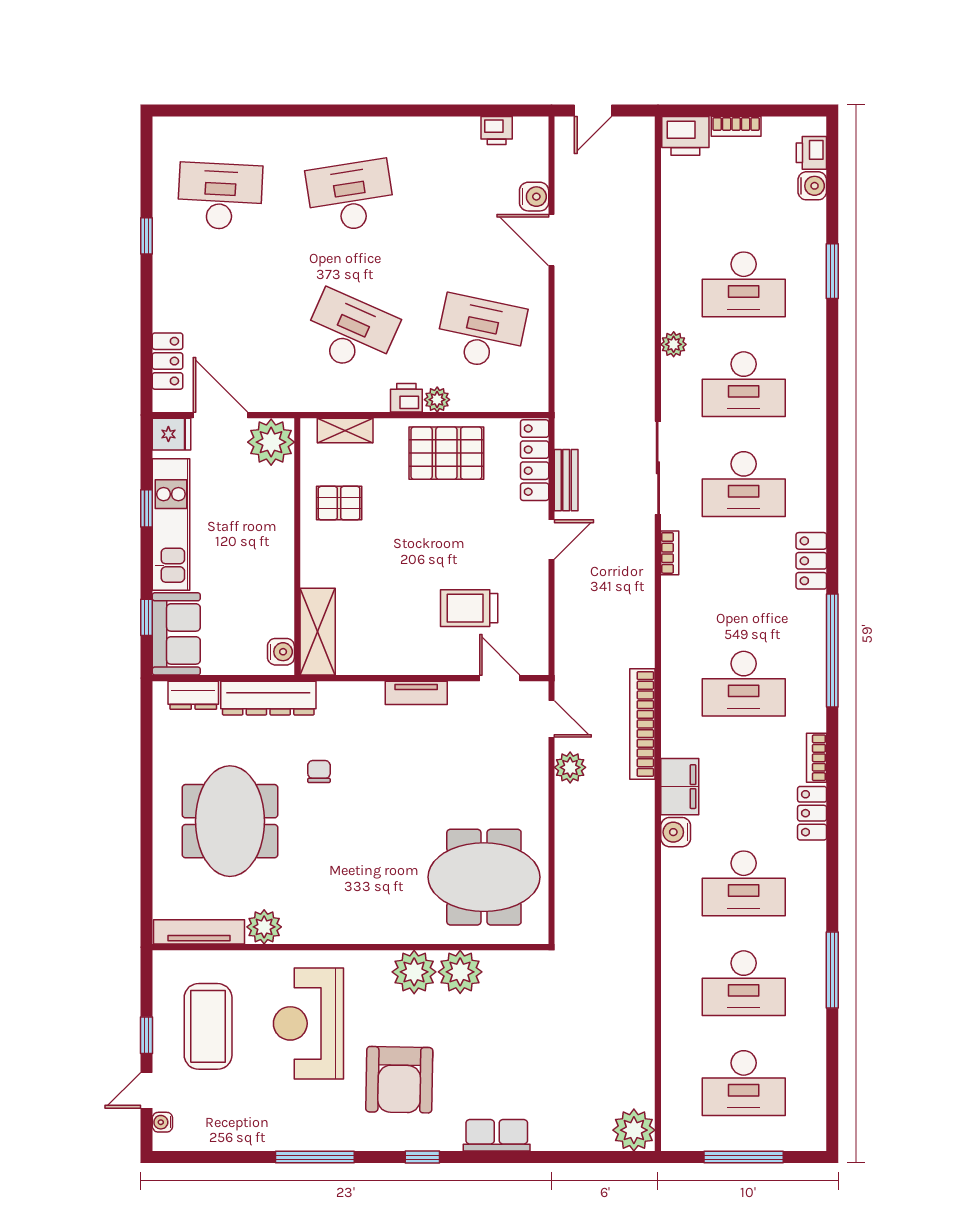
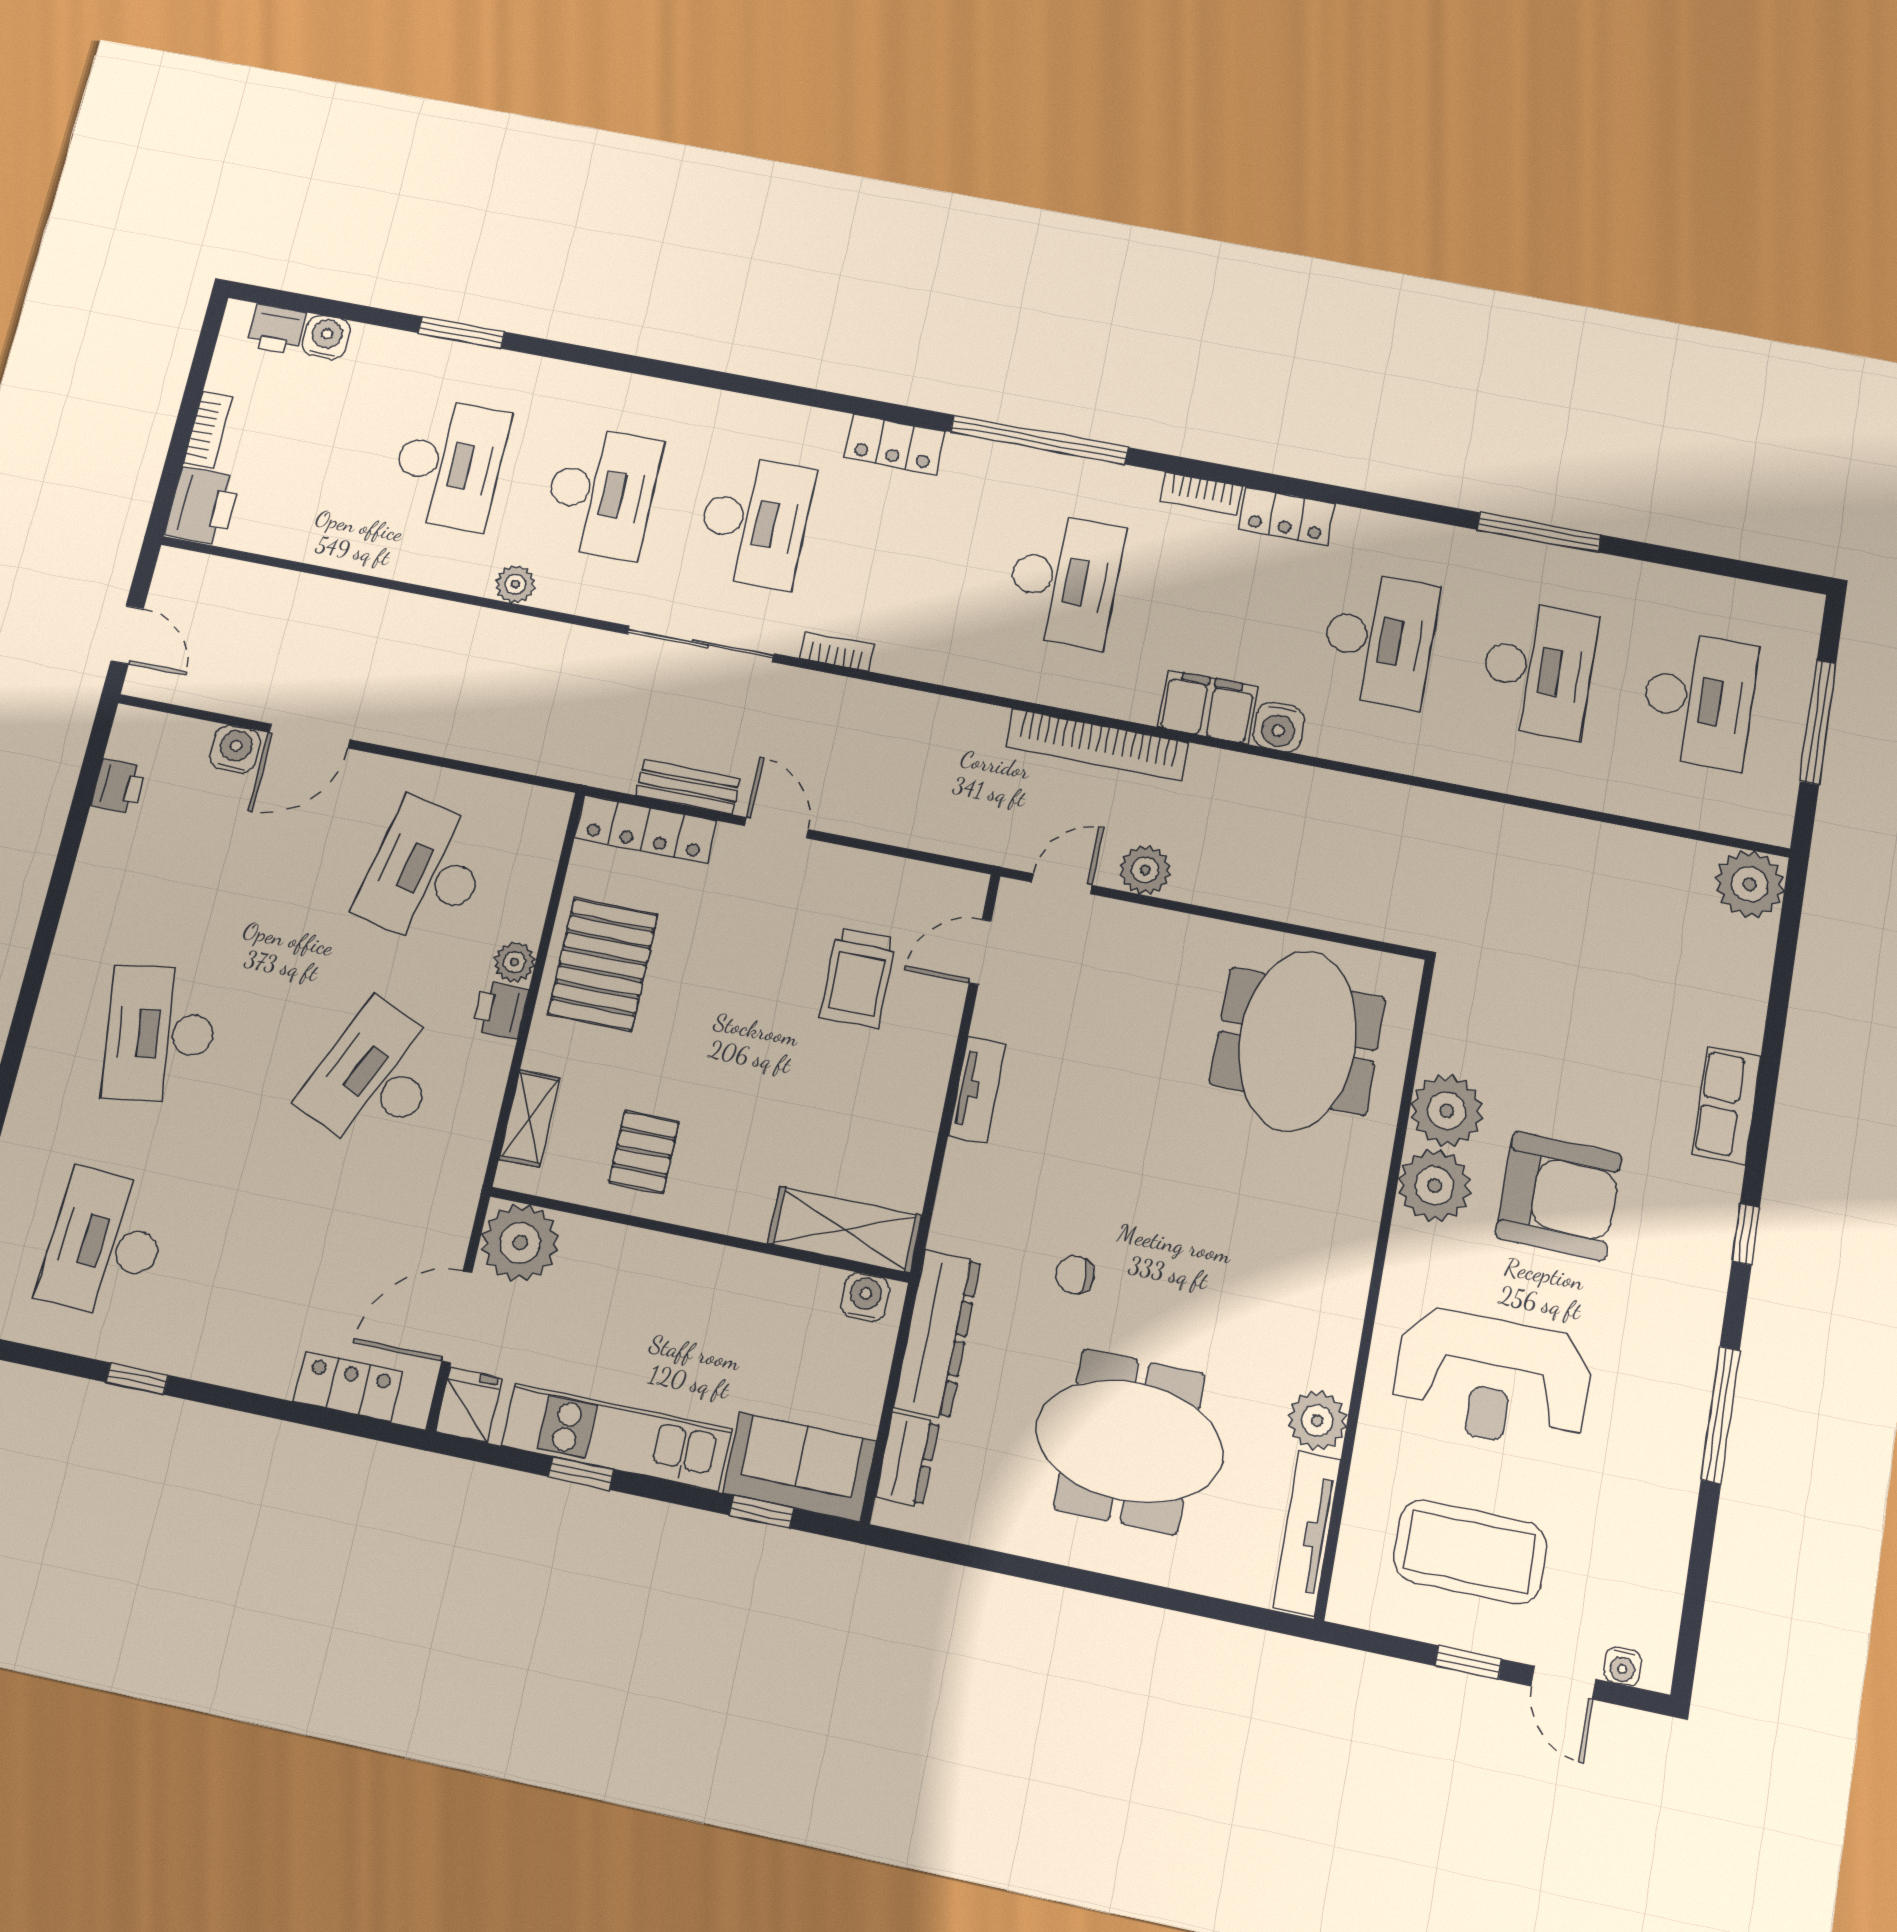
armchair: (399, 1080) -> (1559, 1196), moved

